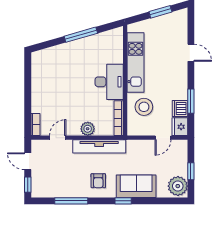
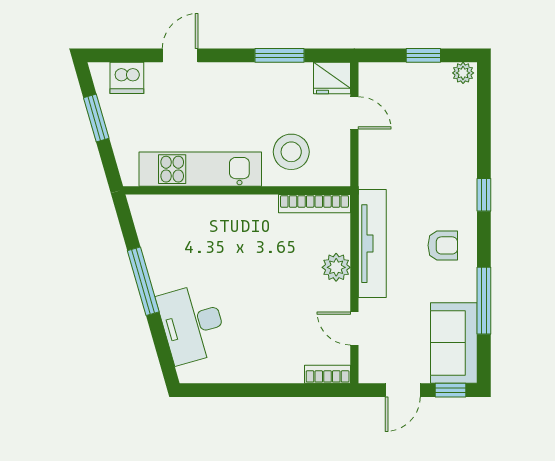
desk: (109, 82) -> (192, 324), moved, turned -106
dishwasher: (180, 109) -> (127, 78), moved
sofa: (136, 186) -> (454, 343), moved
plant: (178, 186) -> (463, 73), width x0.53, depth x0.53

